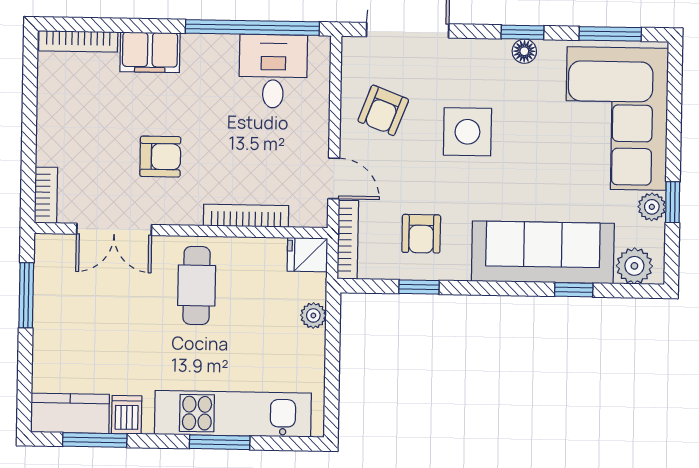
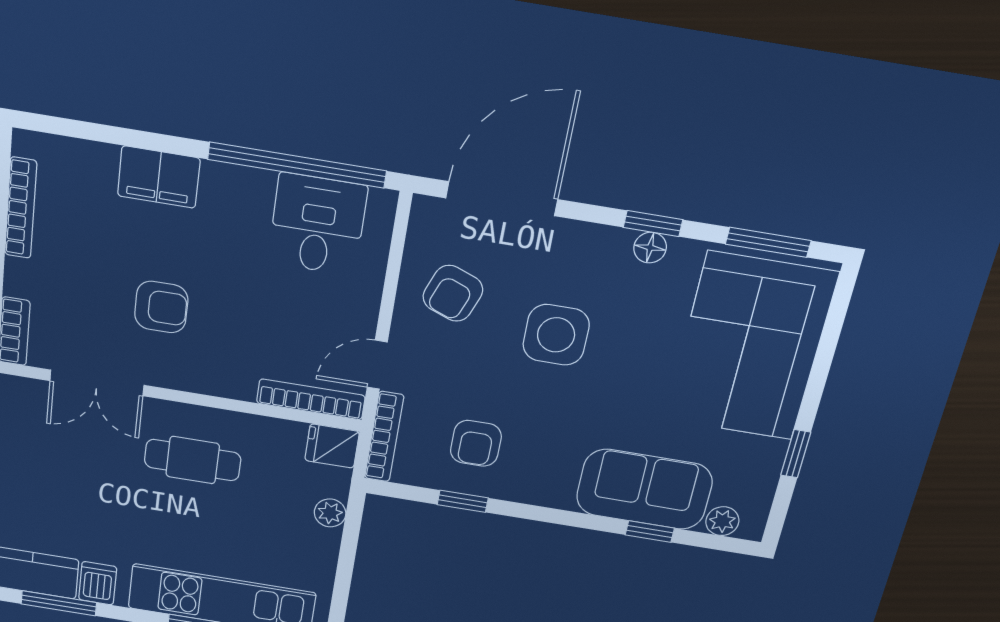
bookcase: (78, 41) -> (21, 208), moved, turned -90
door: (334, 178) -> (377, 365), swing flipped
plant: (652, 207) -> (768, 455), removed
bookcase: (246, 216) -> (311, 399), moved
sofa: (543, 252) -> (644, 489), width x0.73
plant: (634, 266) -> (722, 521), width x0.73, depth x0.73
cafe table: (197, 285) -> (193, 460), turned 90

